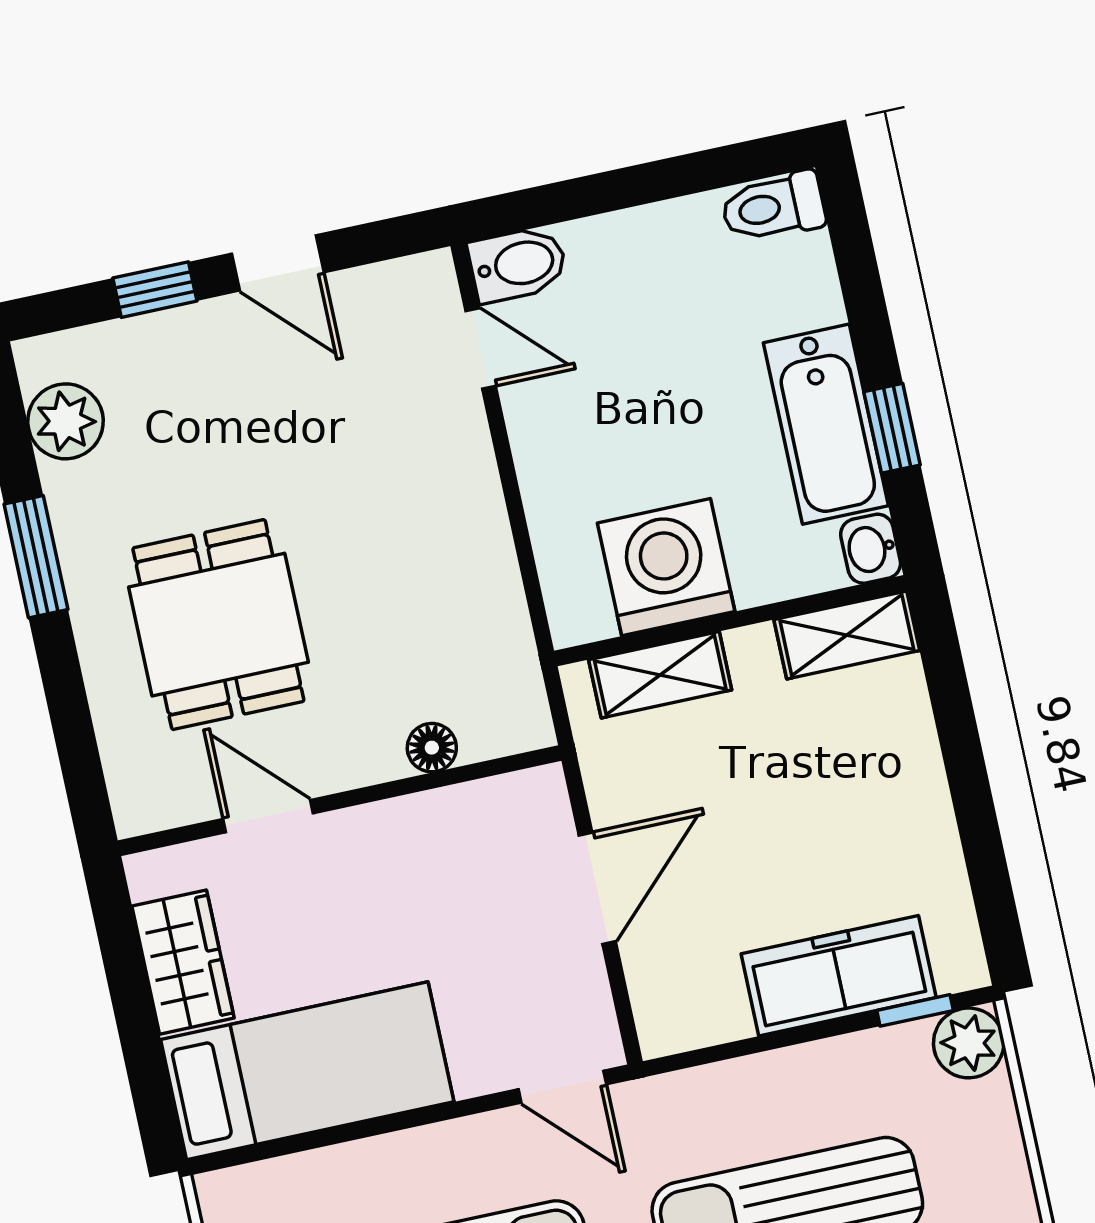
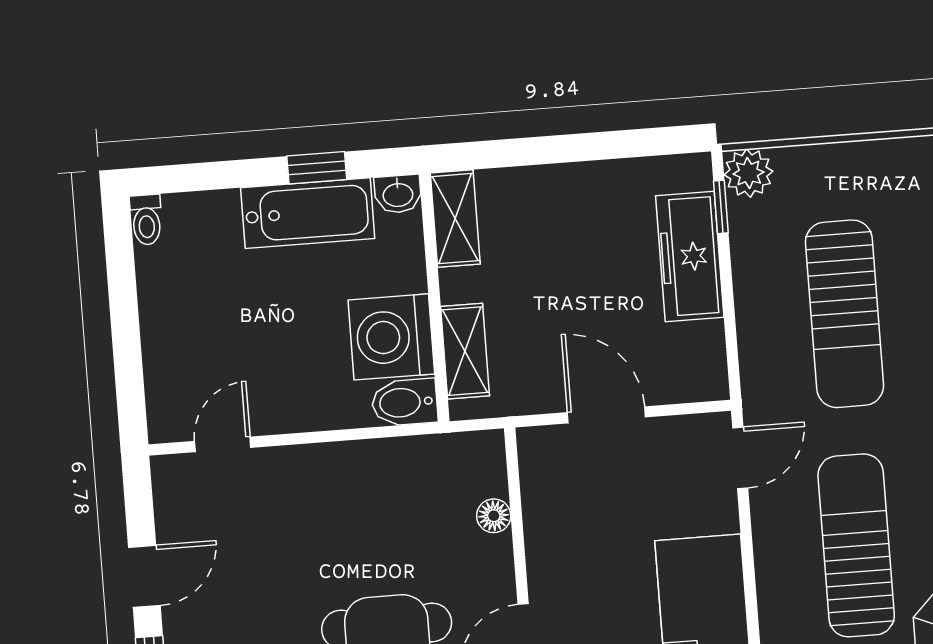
toilet: (773, 207) -> (146, 220), width x0.73, depth x0.72
bidet: (518, 264) -> (404, 402), moved, turned -90

